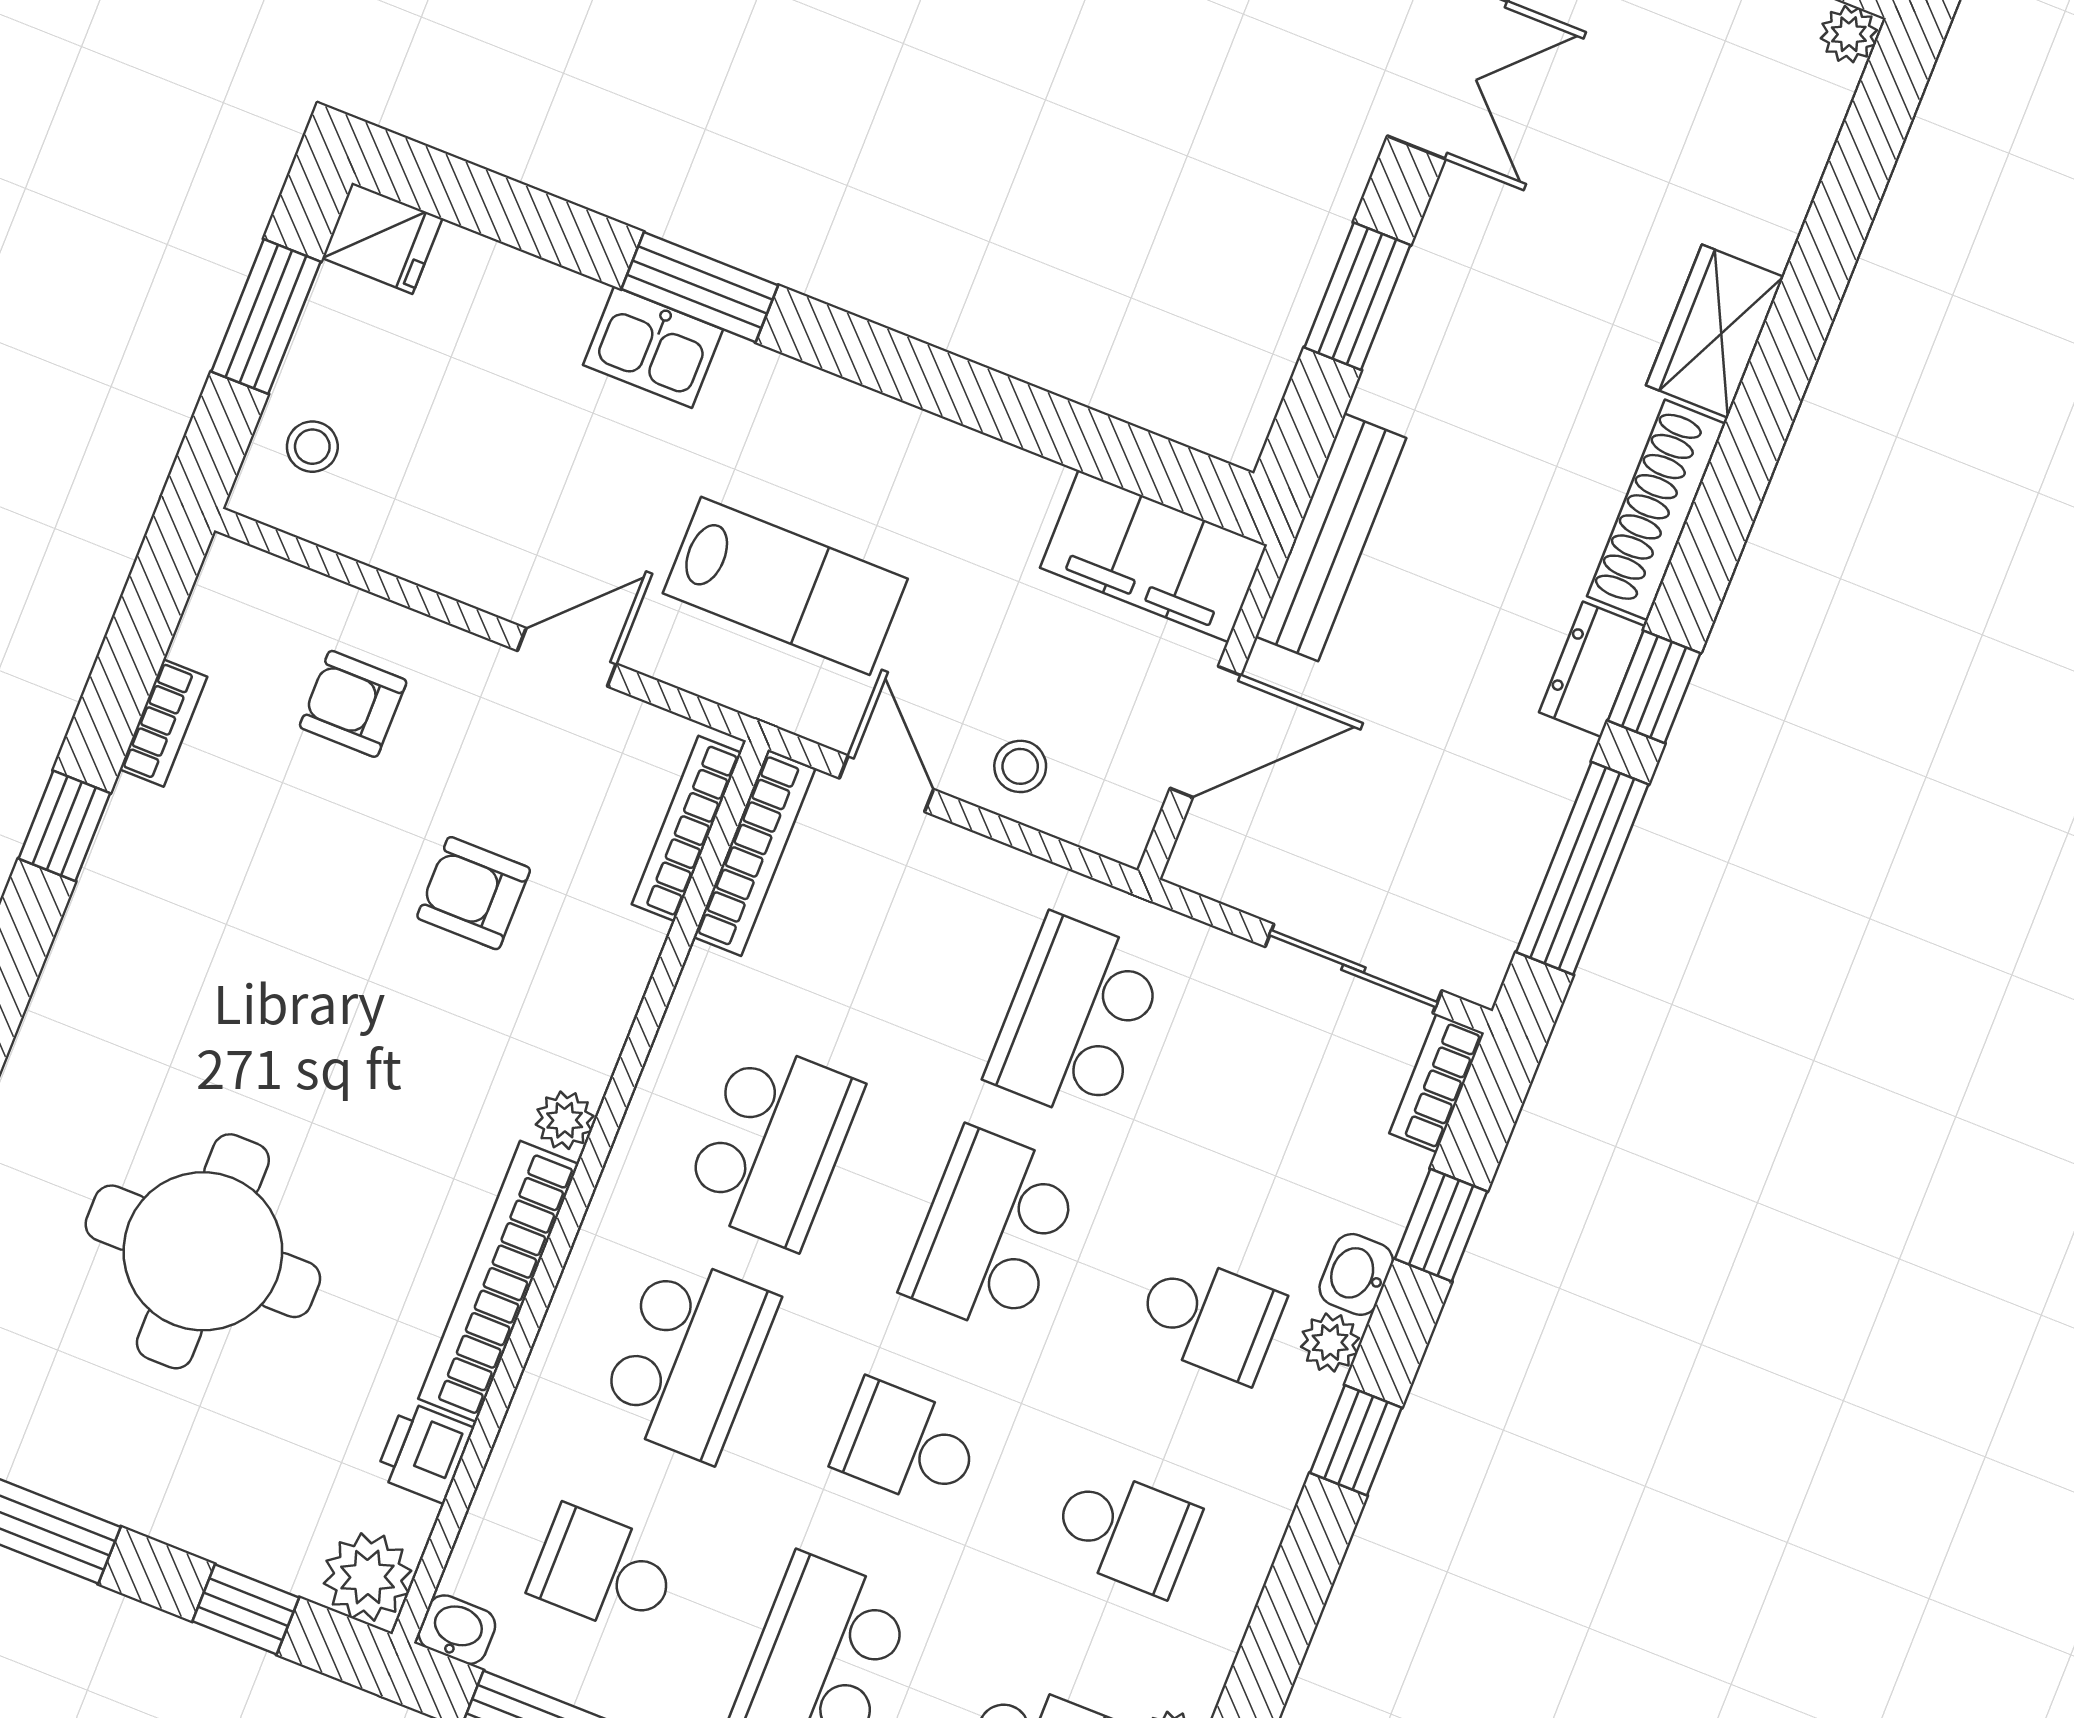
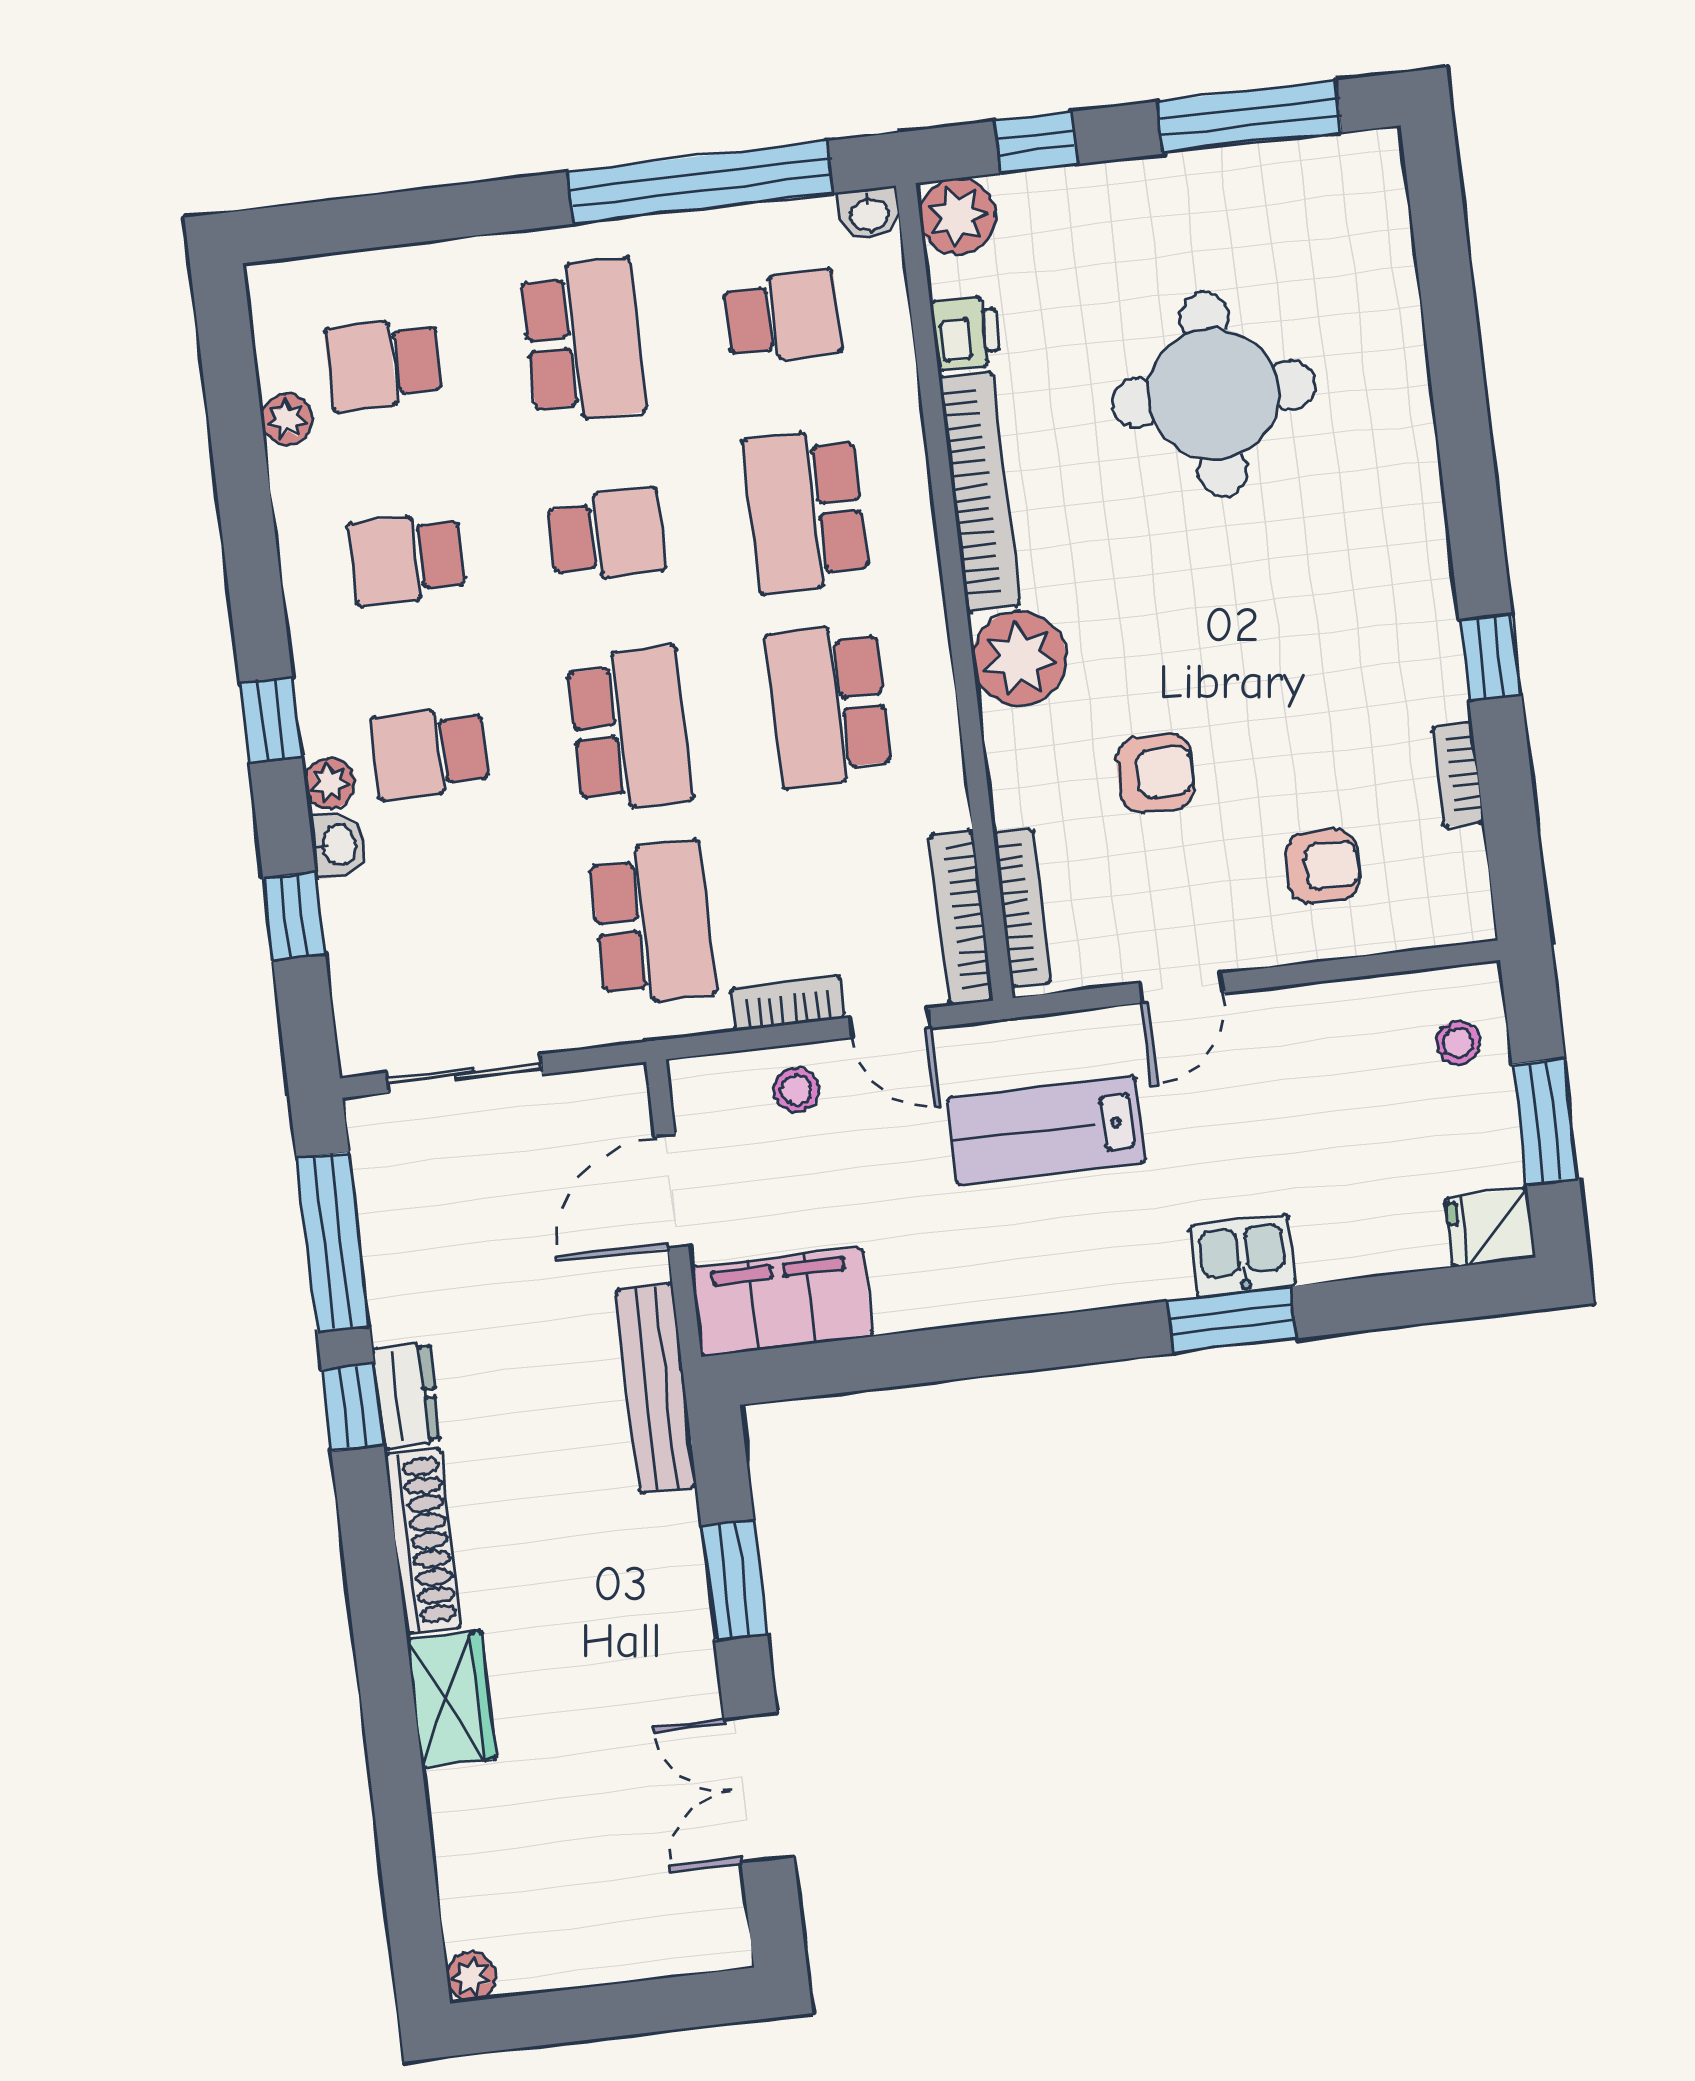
bookcase: (1437, 1083) -> (788, 1003), moved, turned -90
plant: (565, 1120) -> (1019, 658), width x1.87, depth x1.87

